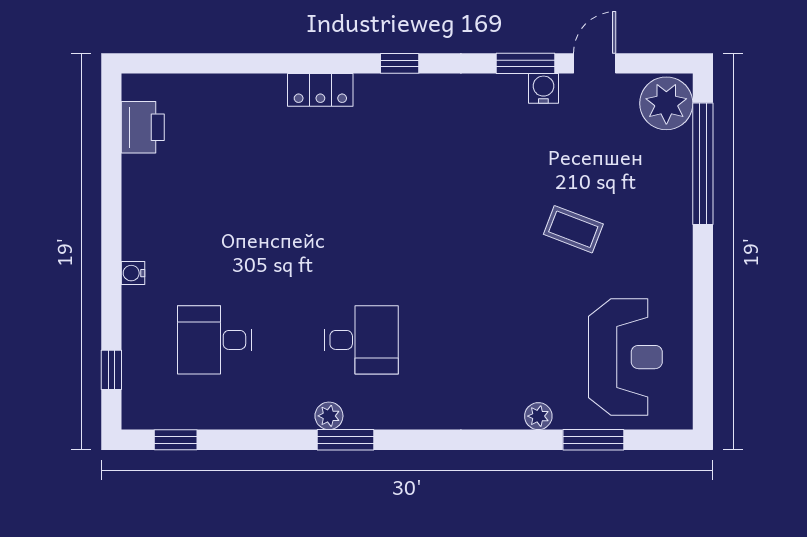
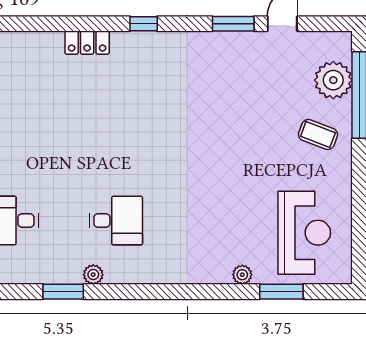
water cooler: (543, 88) -> (246, 42), removed
plant: (666, 103) -> (333, 80), moved
coffee table: (573, 229) -> (318, 135), moved
window: (345, 440) -> (63, 292), moved

